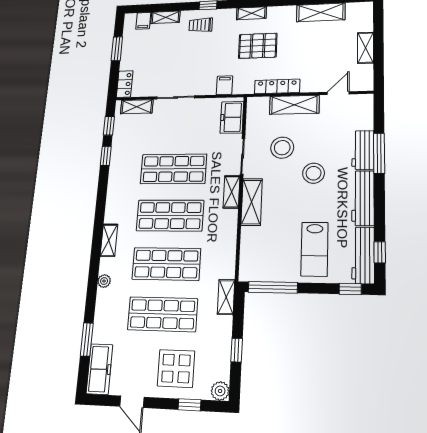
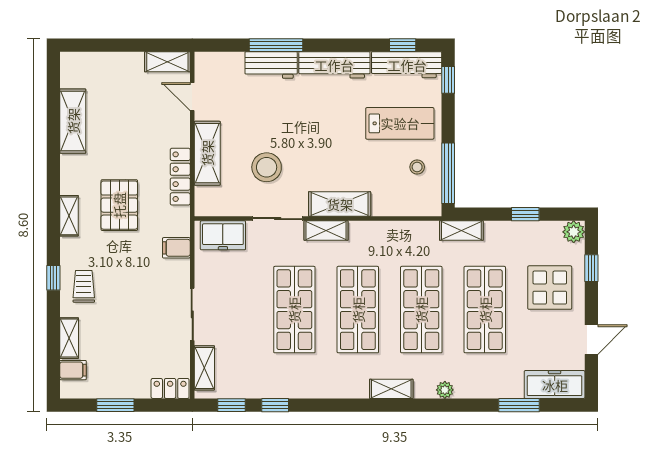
trolley: (201, 25) -> (84, 286), turned 180
shelving: (365, 48) -> (167, 62), moved
stool: (314, 173) -> (417, 167), moved, width x0.53, depth x0.53

